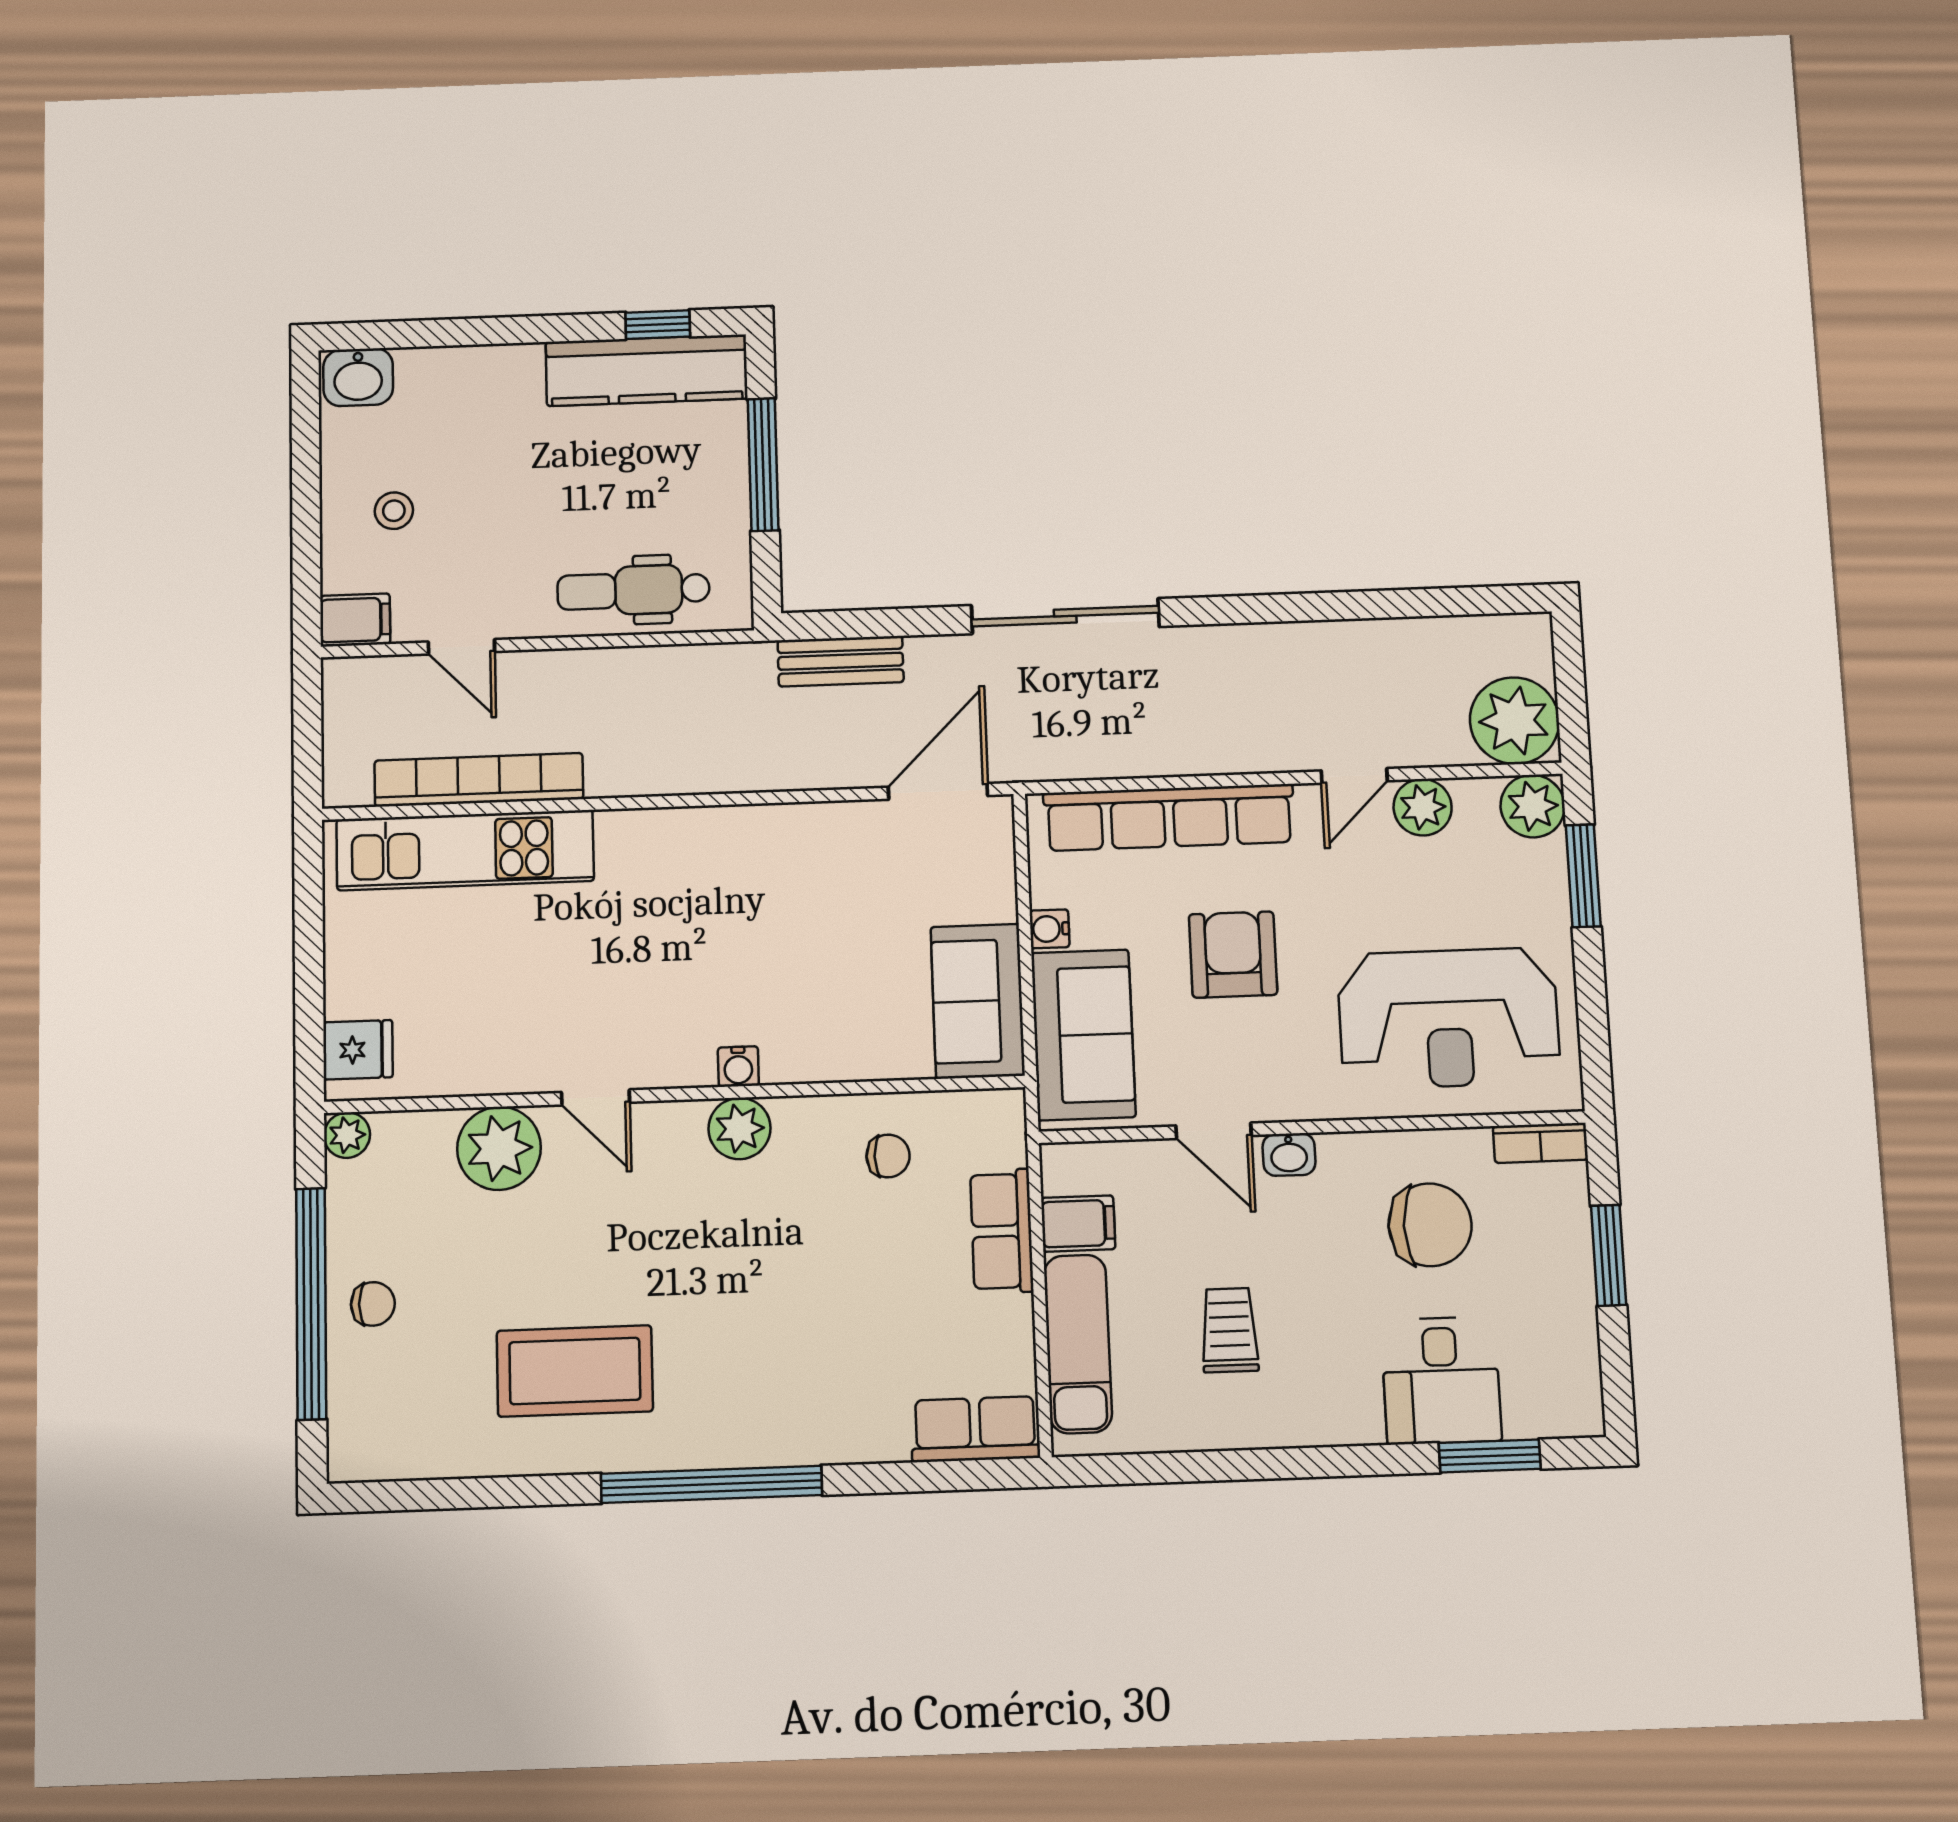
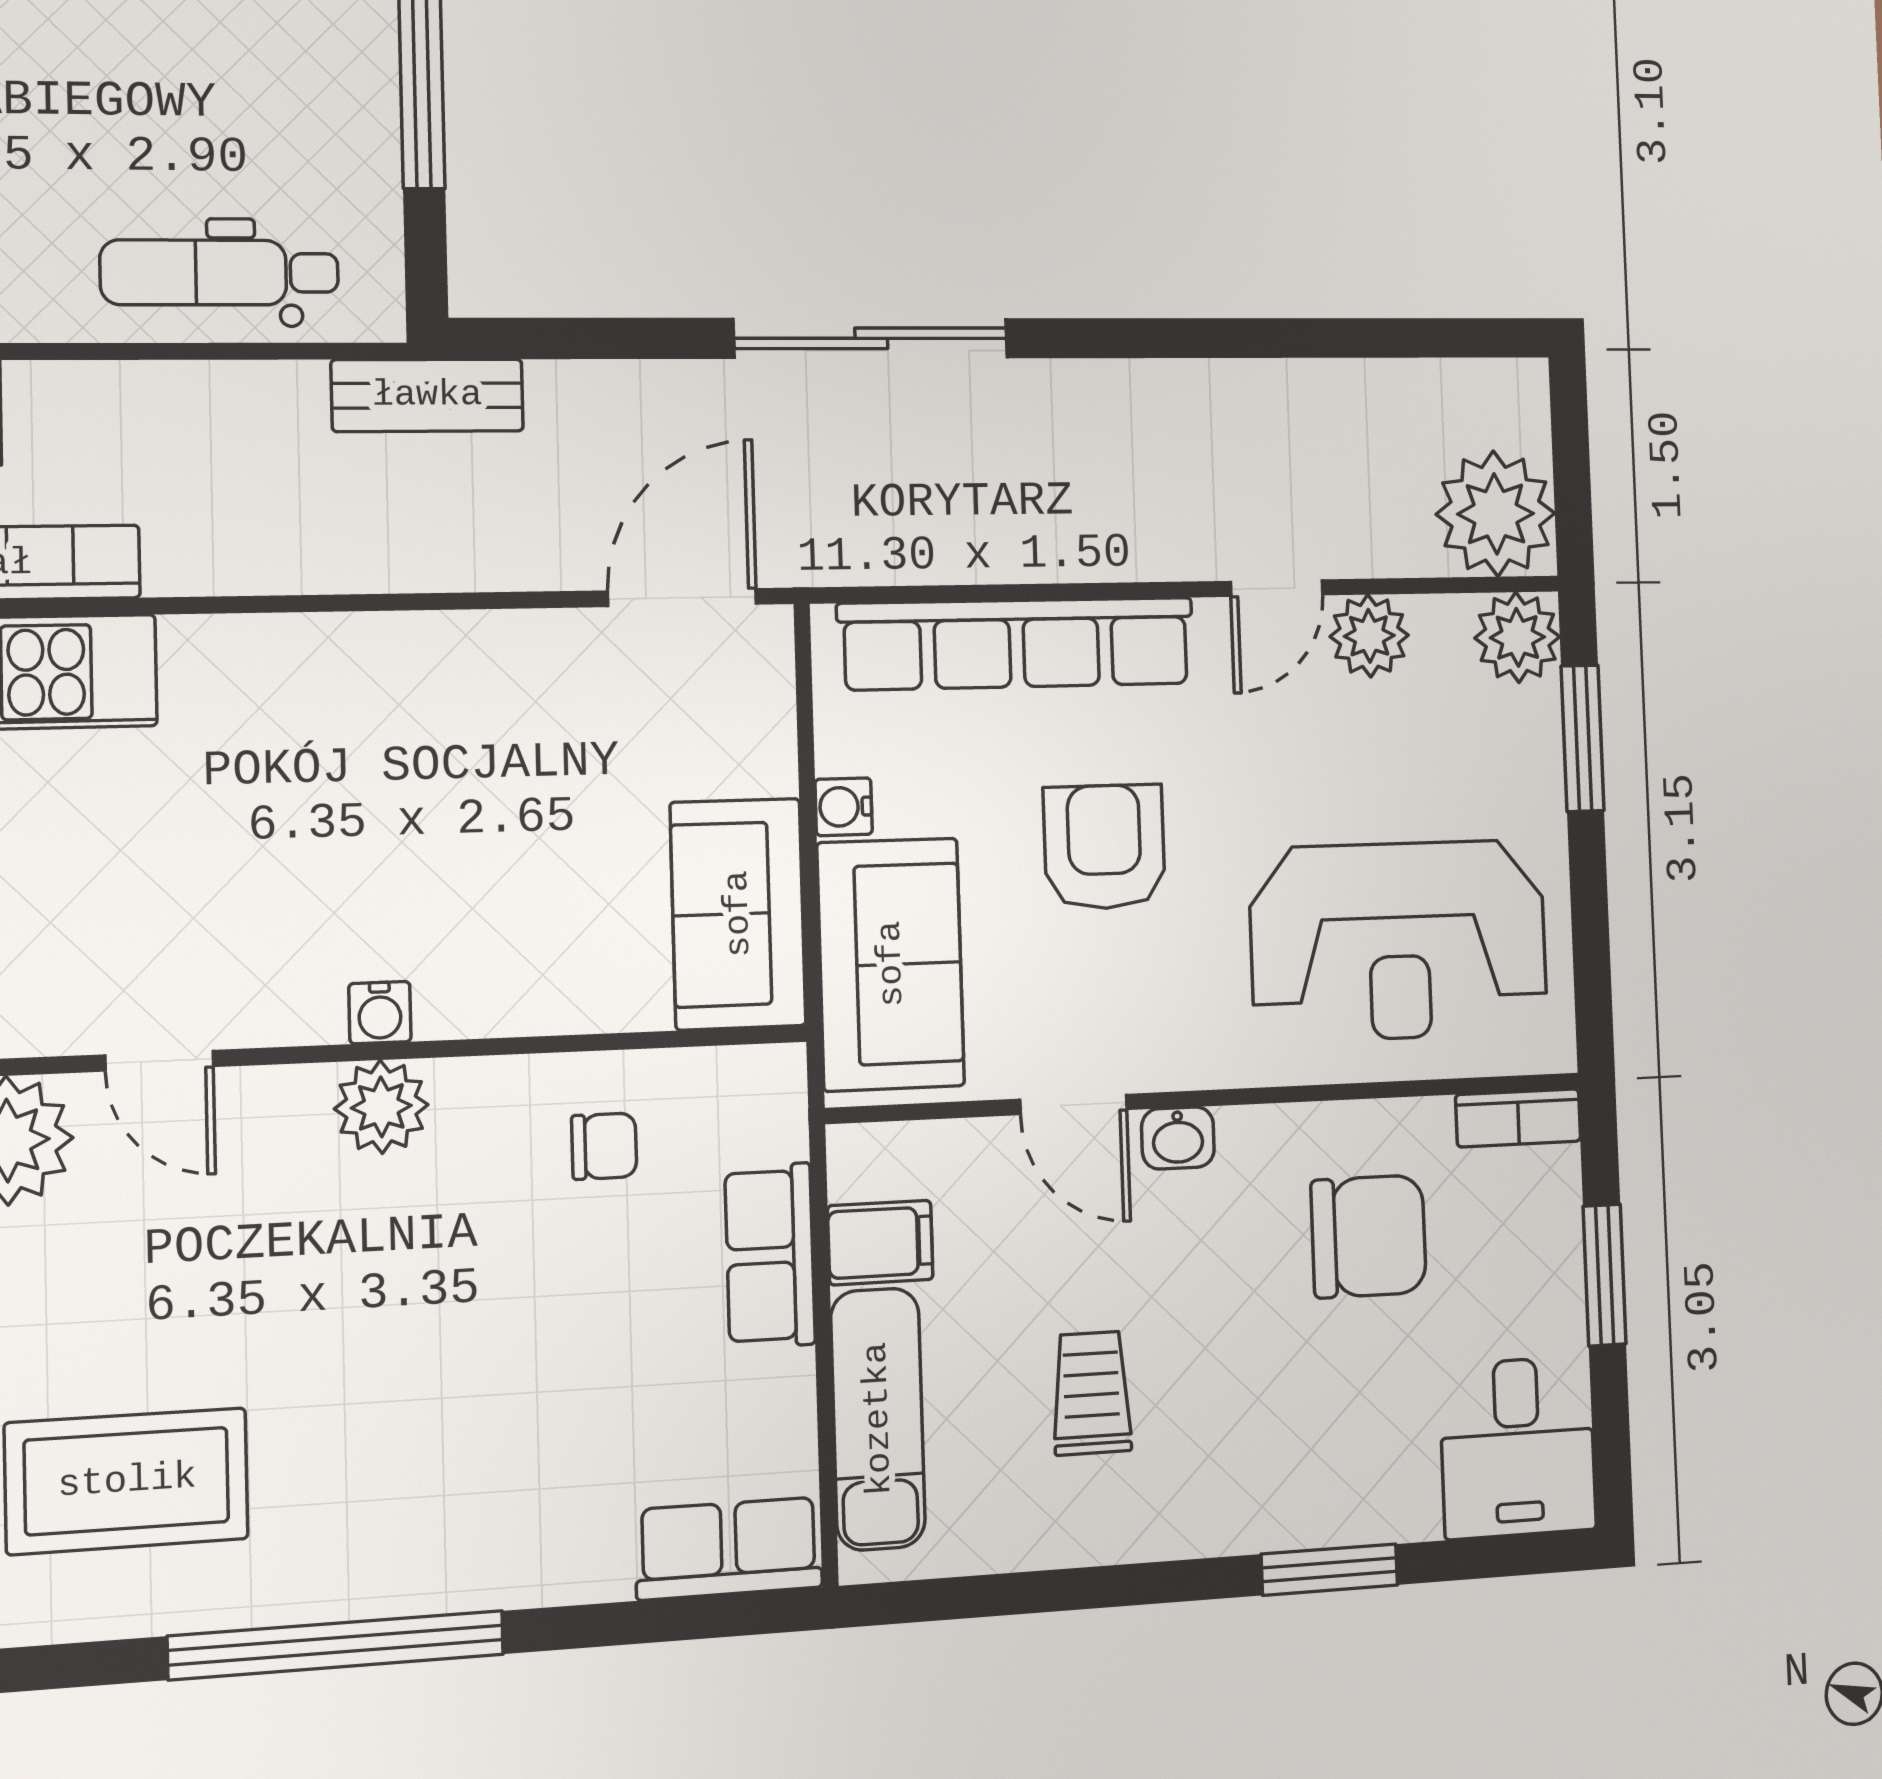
bench: (841, 661) -> (427, 395), moved
desk: (1441, 1380) -> (1518, 1447), moved
window: (1490, 1456) -> (1329, 1570), moved

